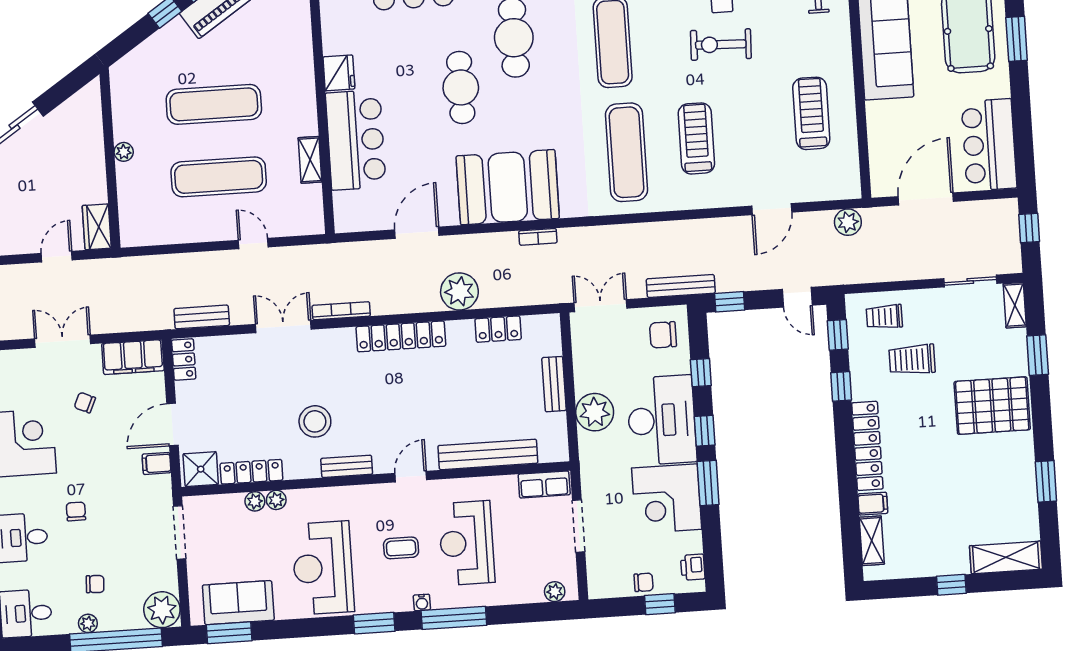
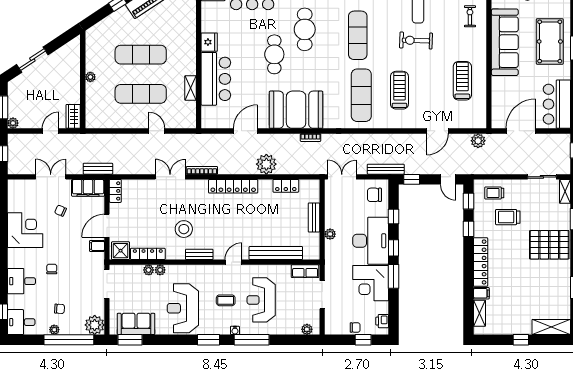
bench: (202, 317) -> (98, 169), moved
plant: (595, 412) -> (330, 234), width x0.53, depth x0.53

